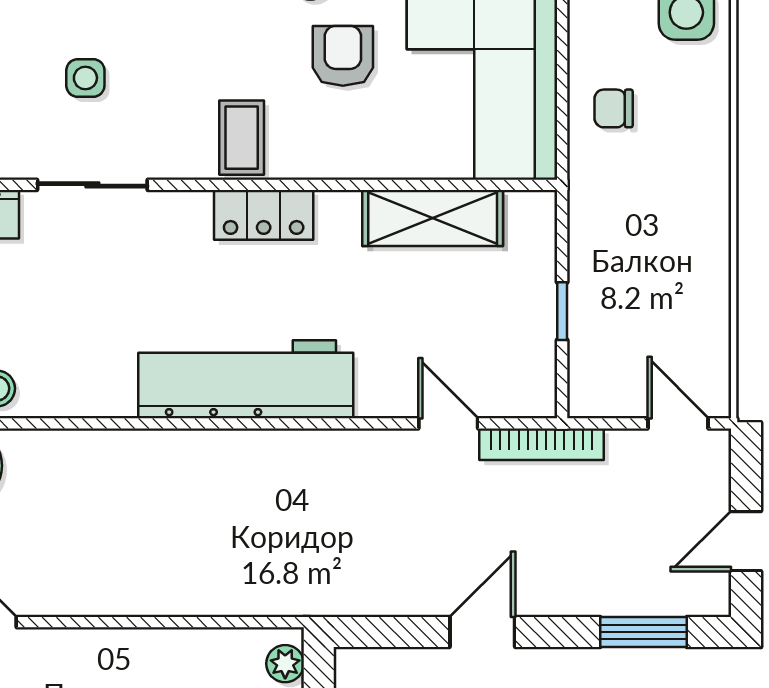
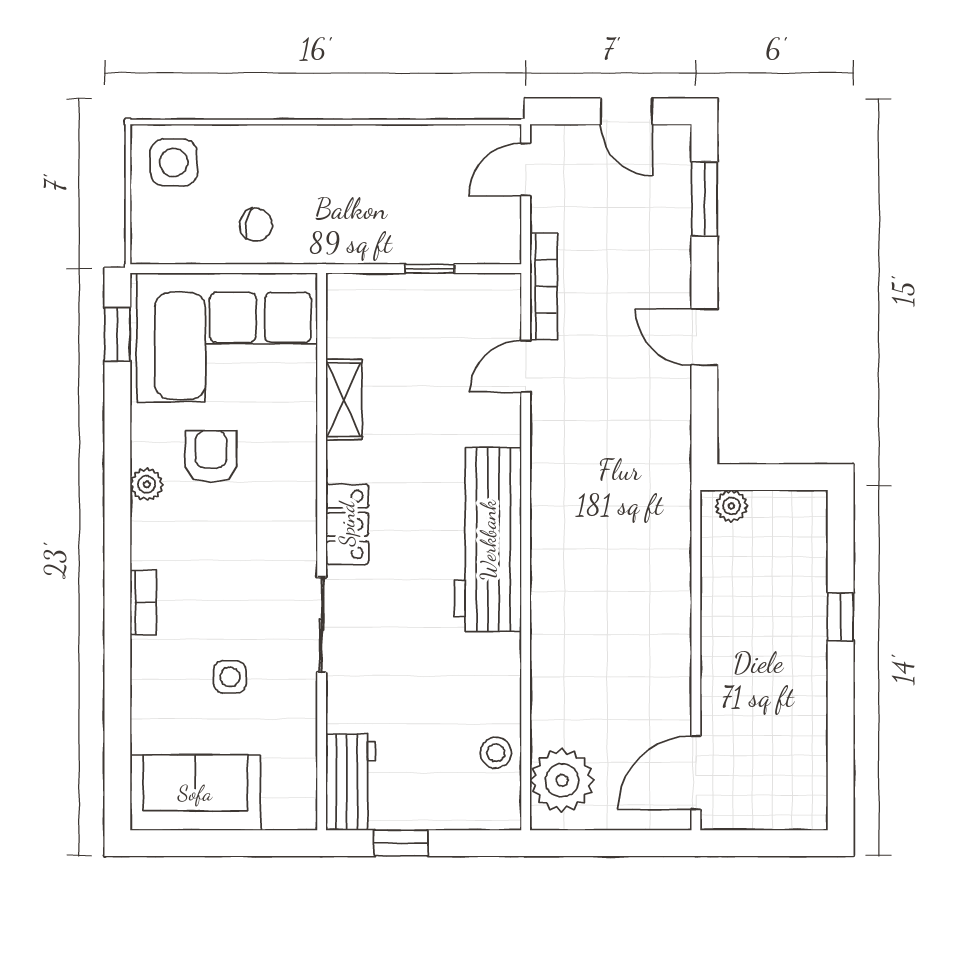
armchair: (343, 56) -> (211, 456), turned 90
chair: (614, 108) -> (256, 225), turned -79
coffee table: (242, 138) -> (281, 543), removed
sliding door: (92, 185) -> (322, 625), moved
shelving: (433, 218) -> (344, 400), width x0.67, depth x0.75

